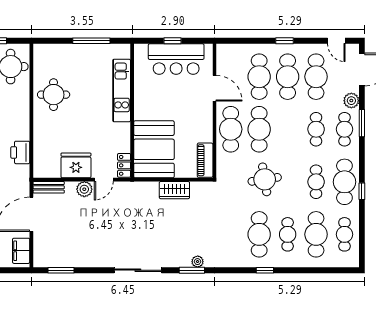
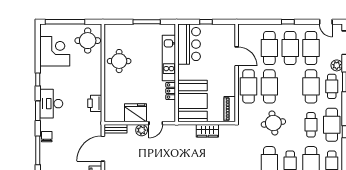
bar counter: (176, 59) -> (189, 44), moved, turned -90
cafe table: (316, 129) -> (311, 86), width x1.37, depth x1.35
locker: (124, 165) -> (171, 91), moved

